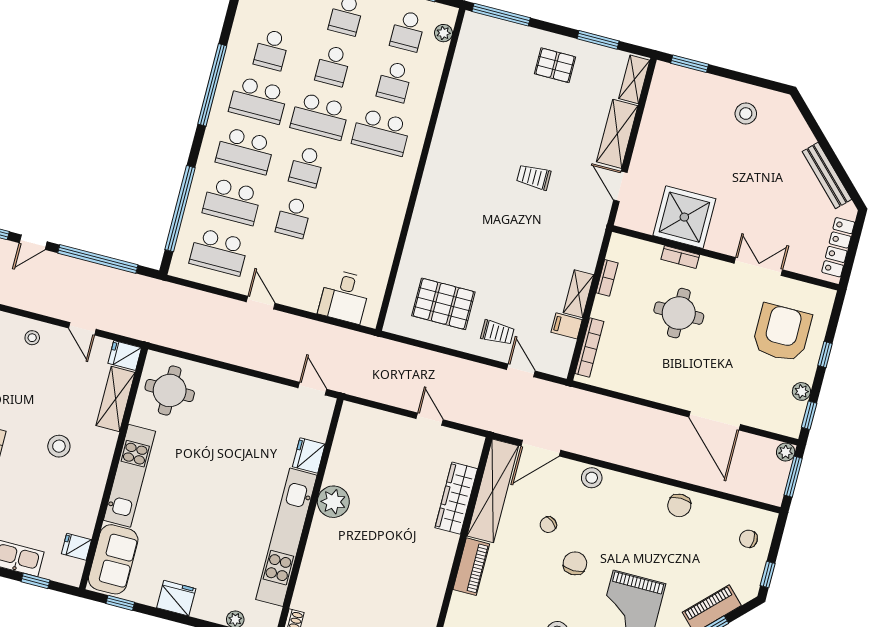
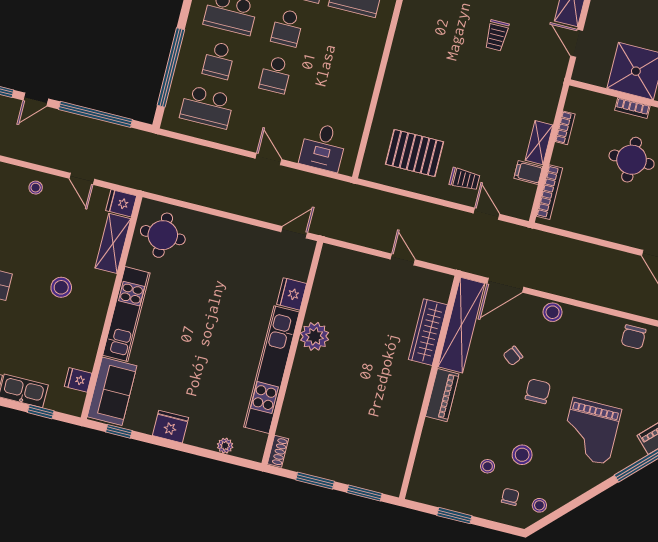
trolley: (534, 177) -> (497, 35), turned -90
school desk: (232, 201) -> (219, 60), width x0.54
door: (261, 303) -> (268, 159), moved
door: (312, 389) -> (294, 232), hinge flipped

